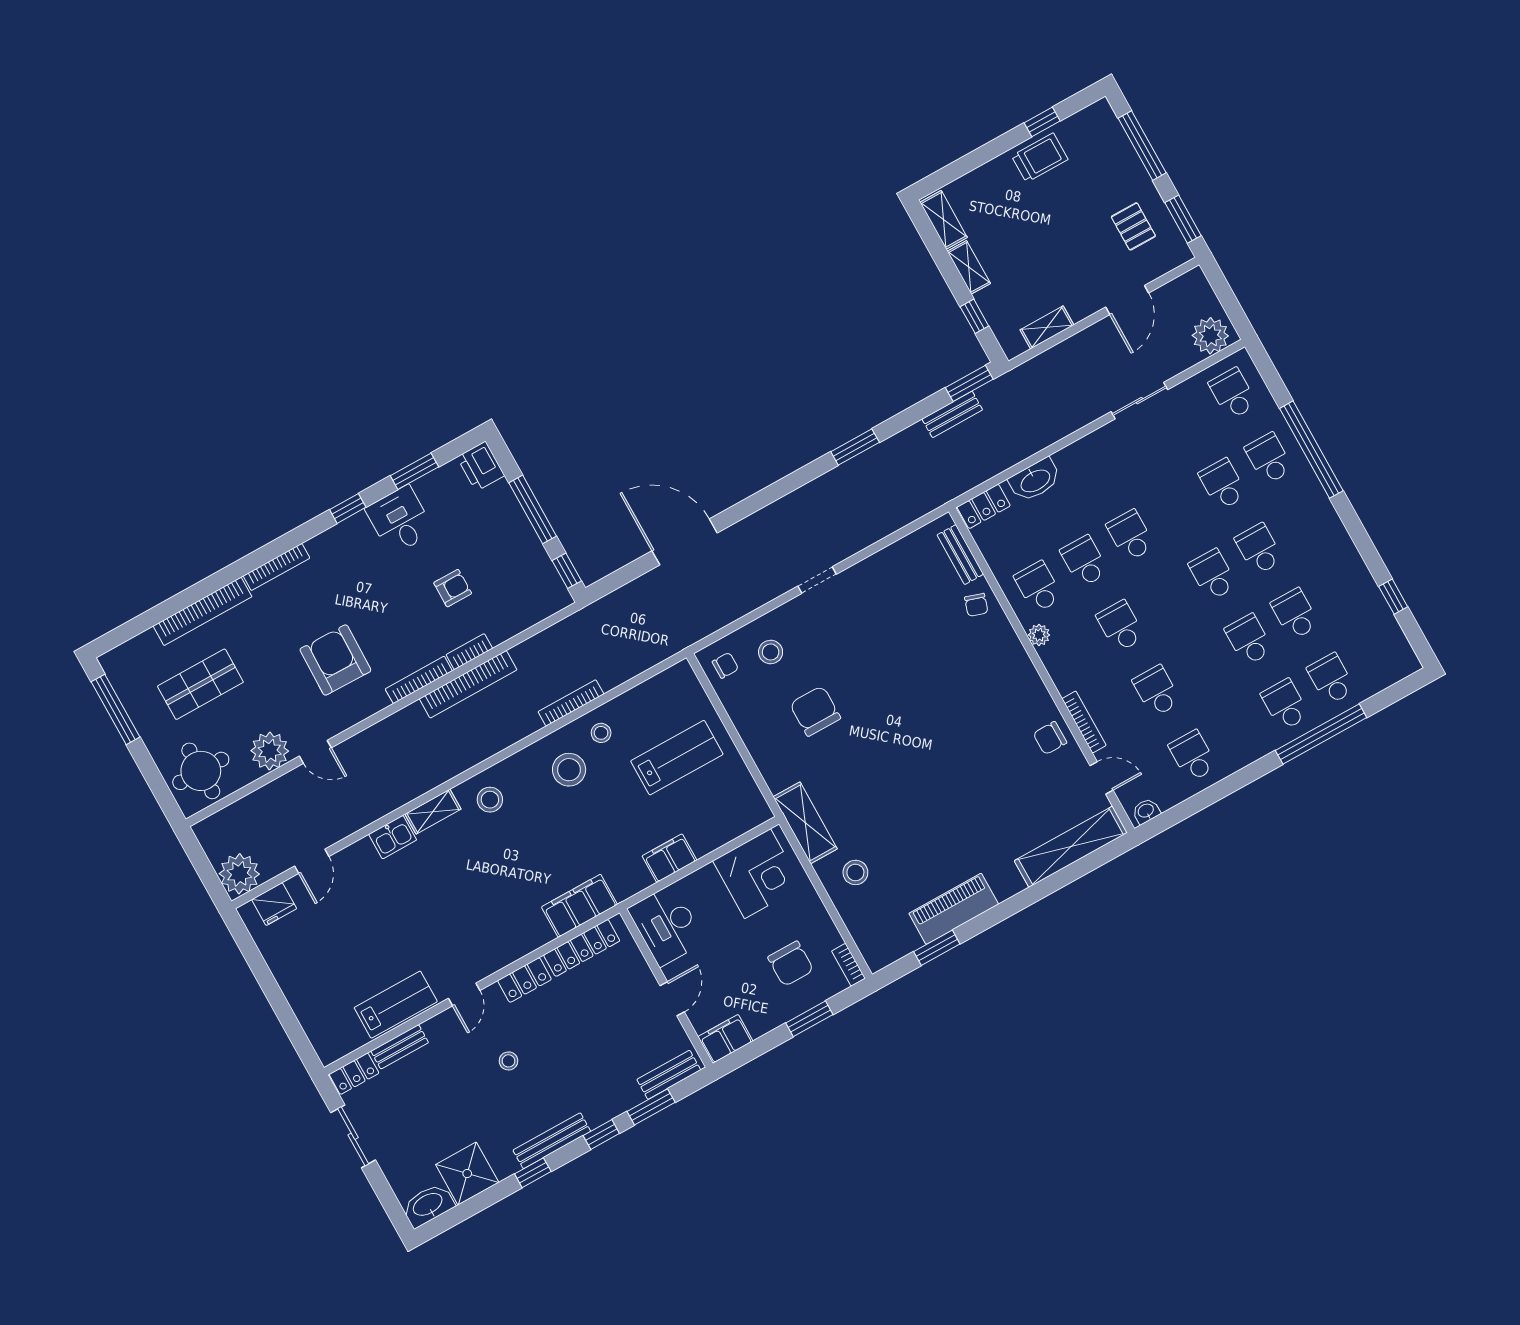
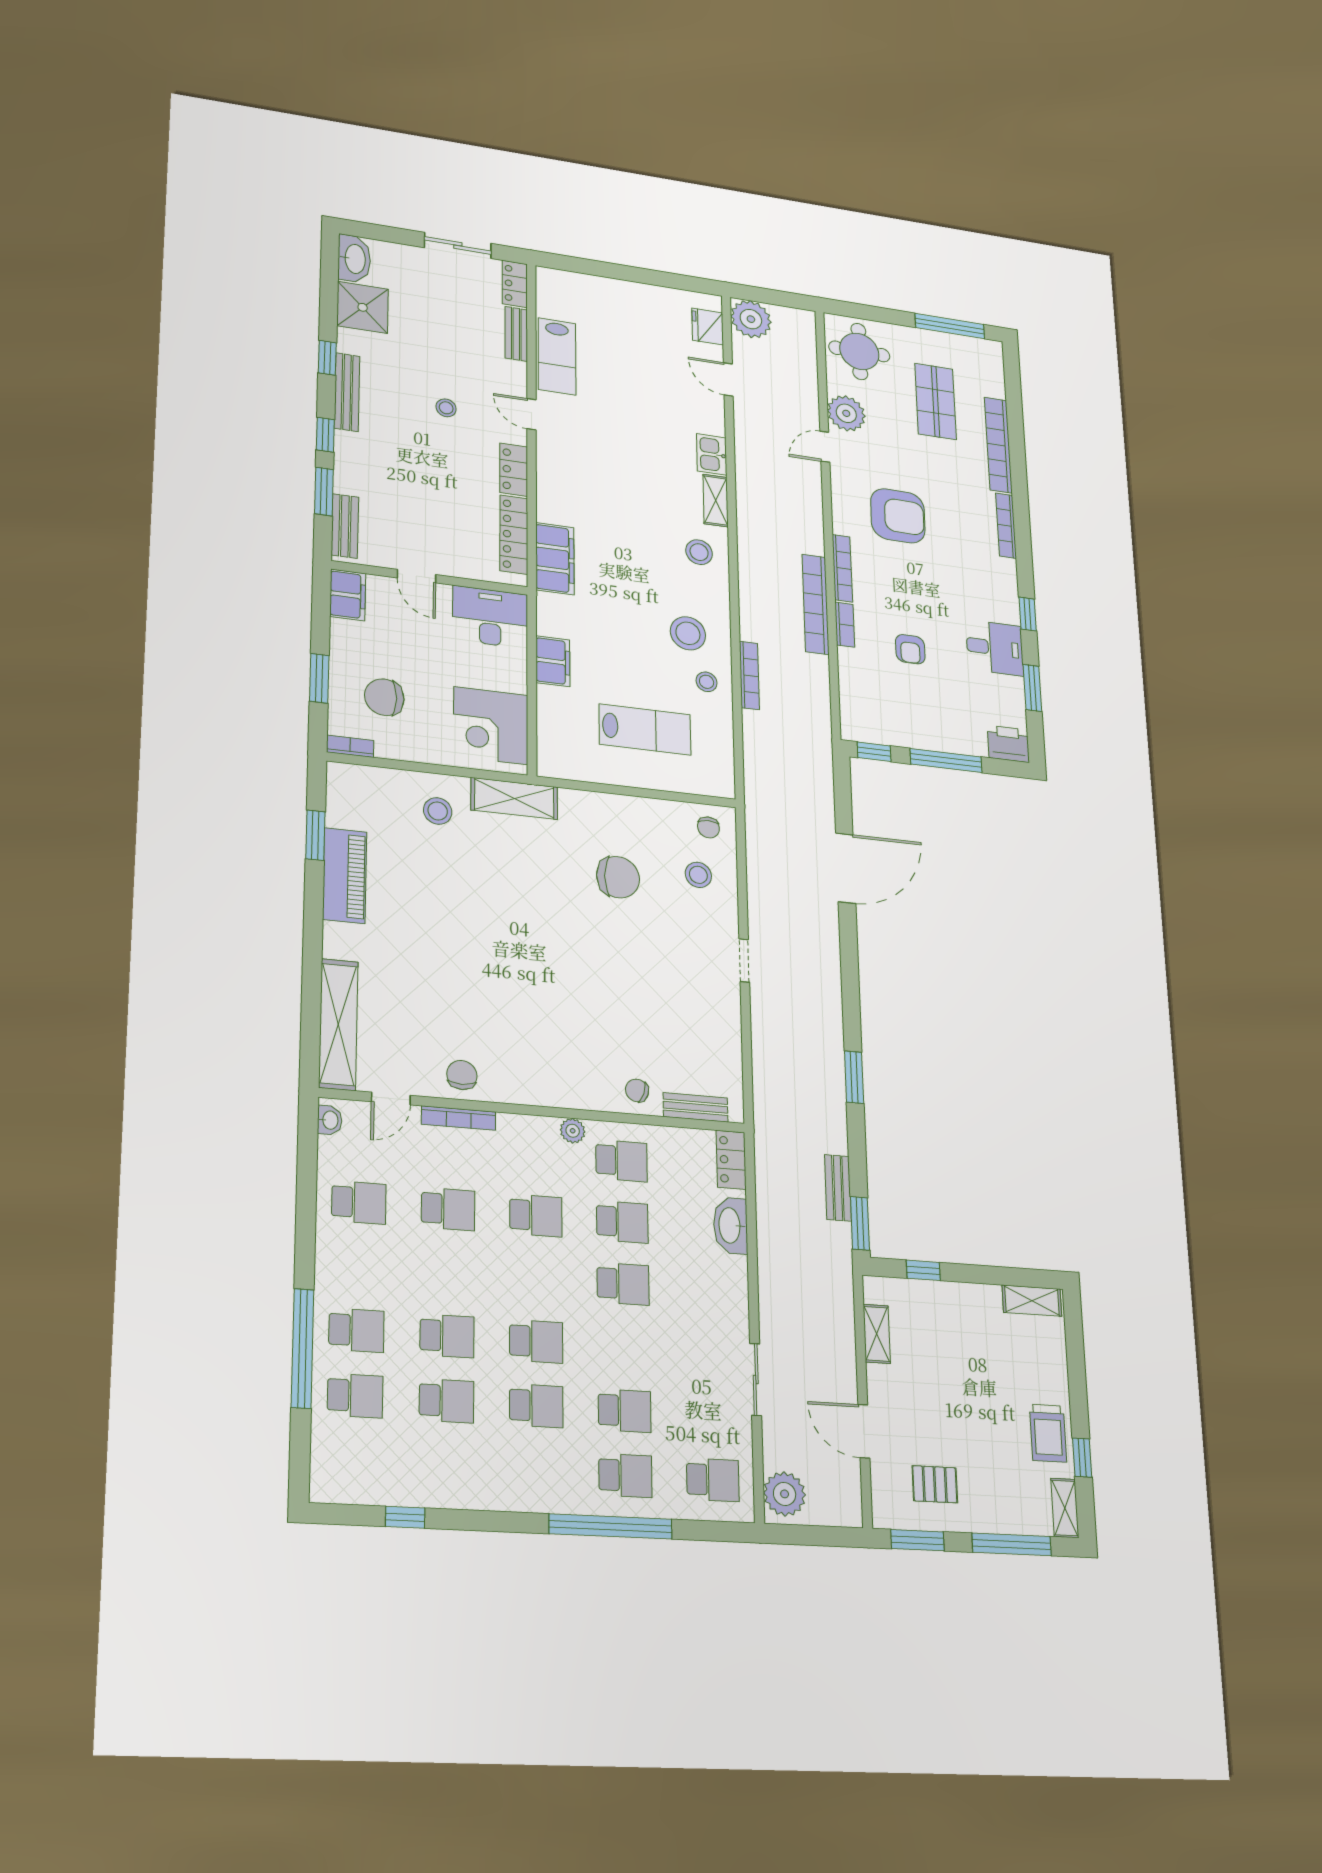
shelving: (969, 267) -> (1065, 1508), moved, turned 90
lab bench: (677, 758) -> (645, 729), turned -90

